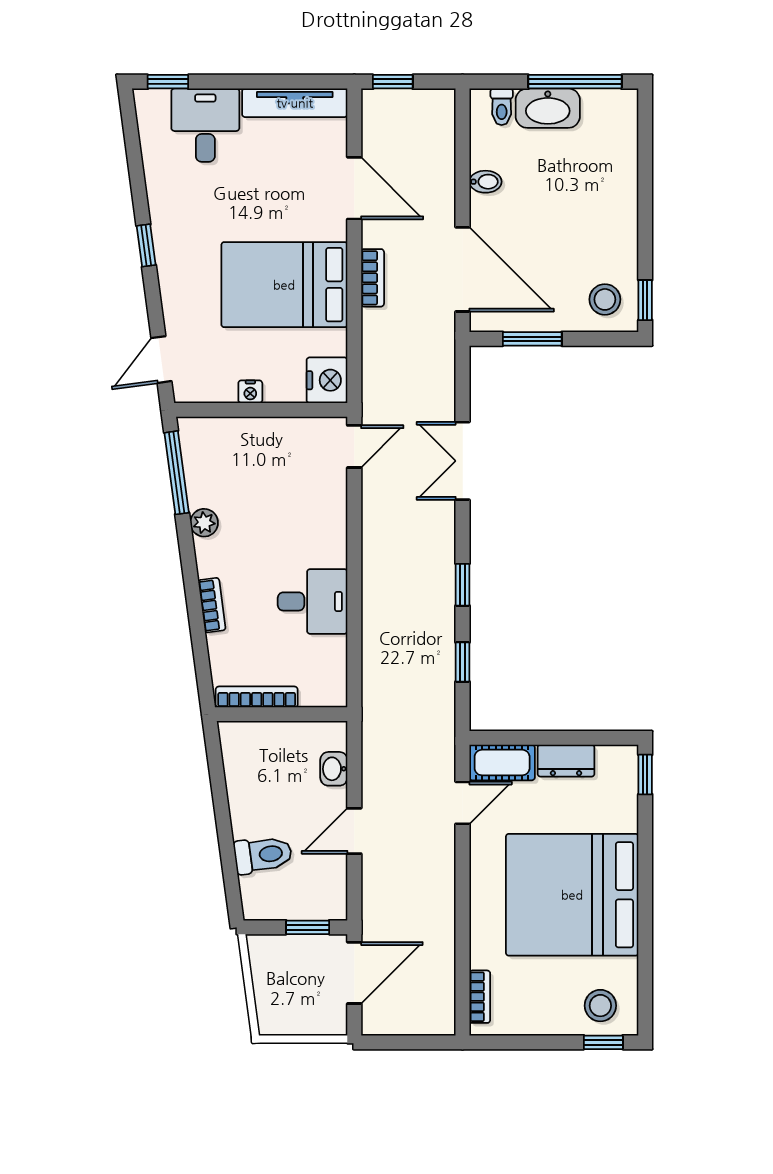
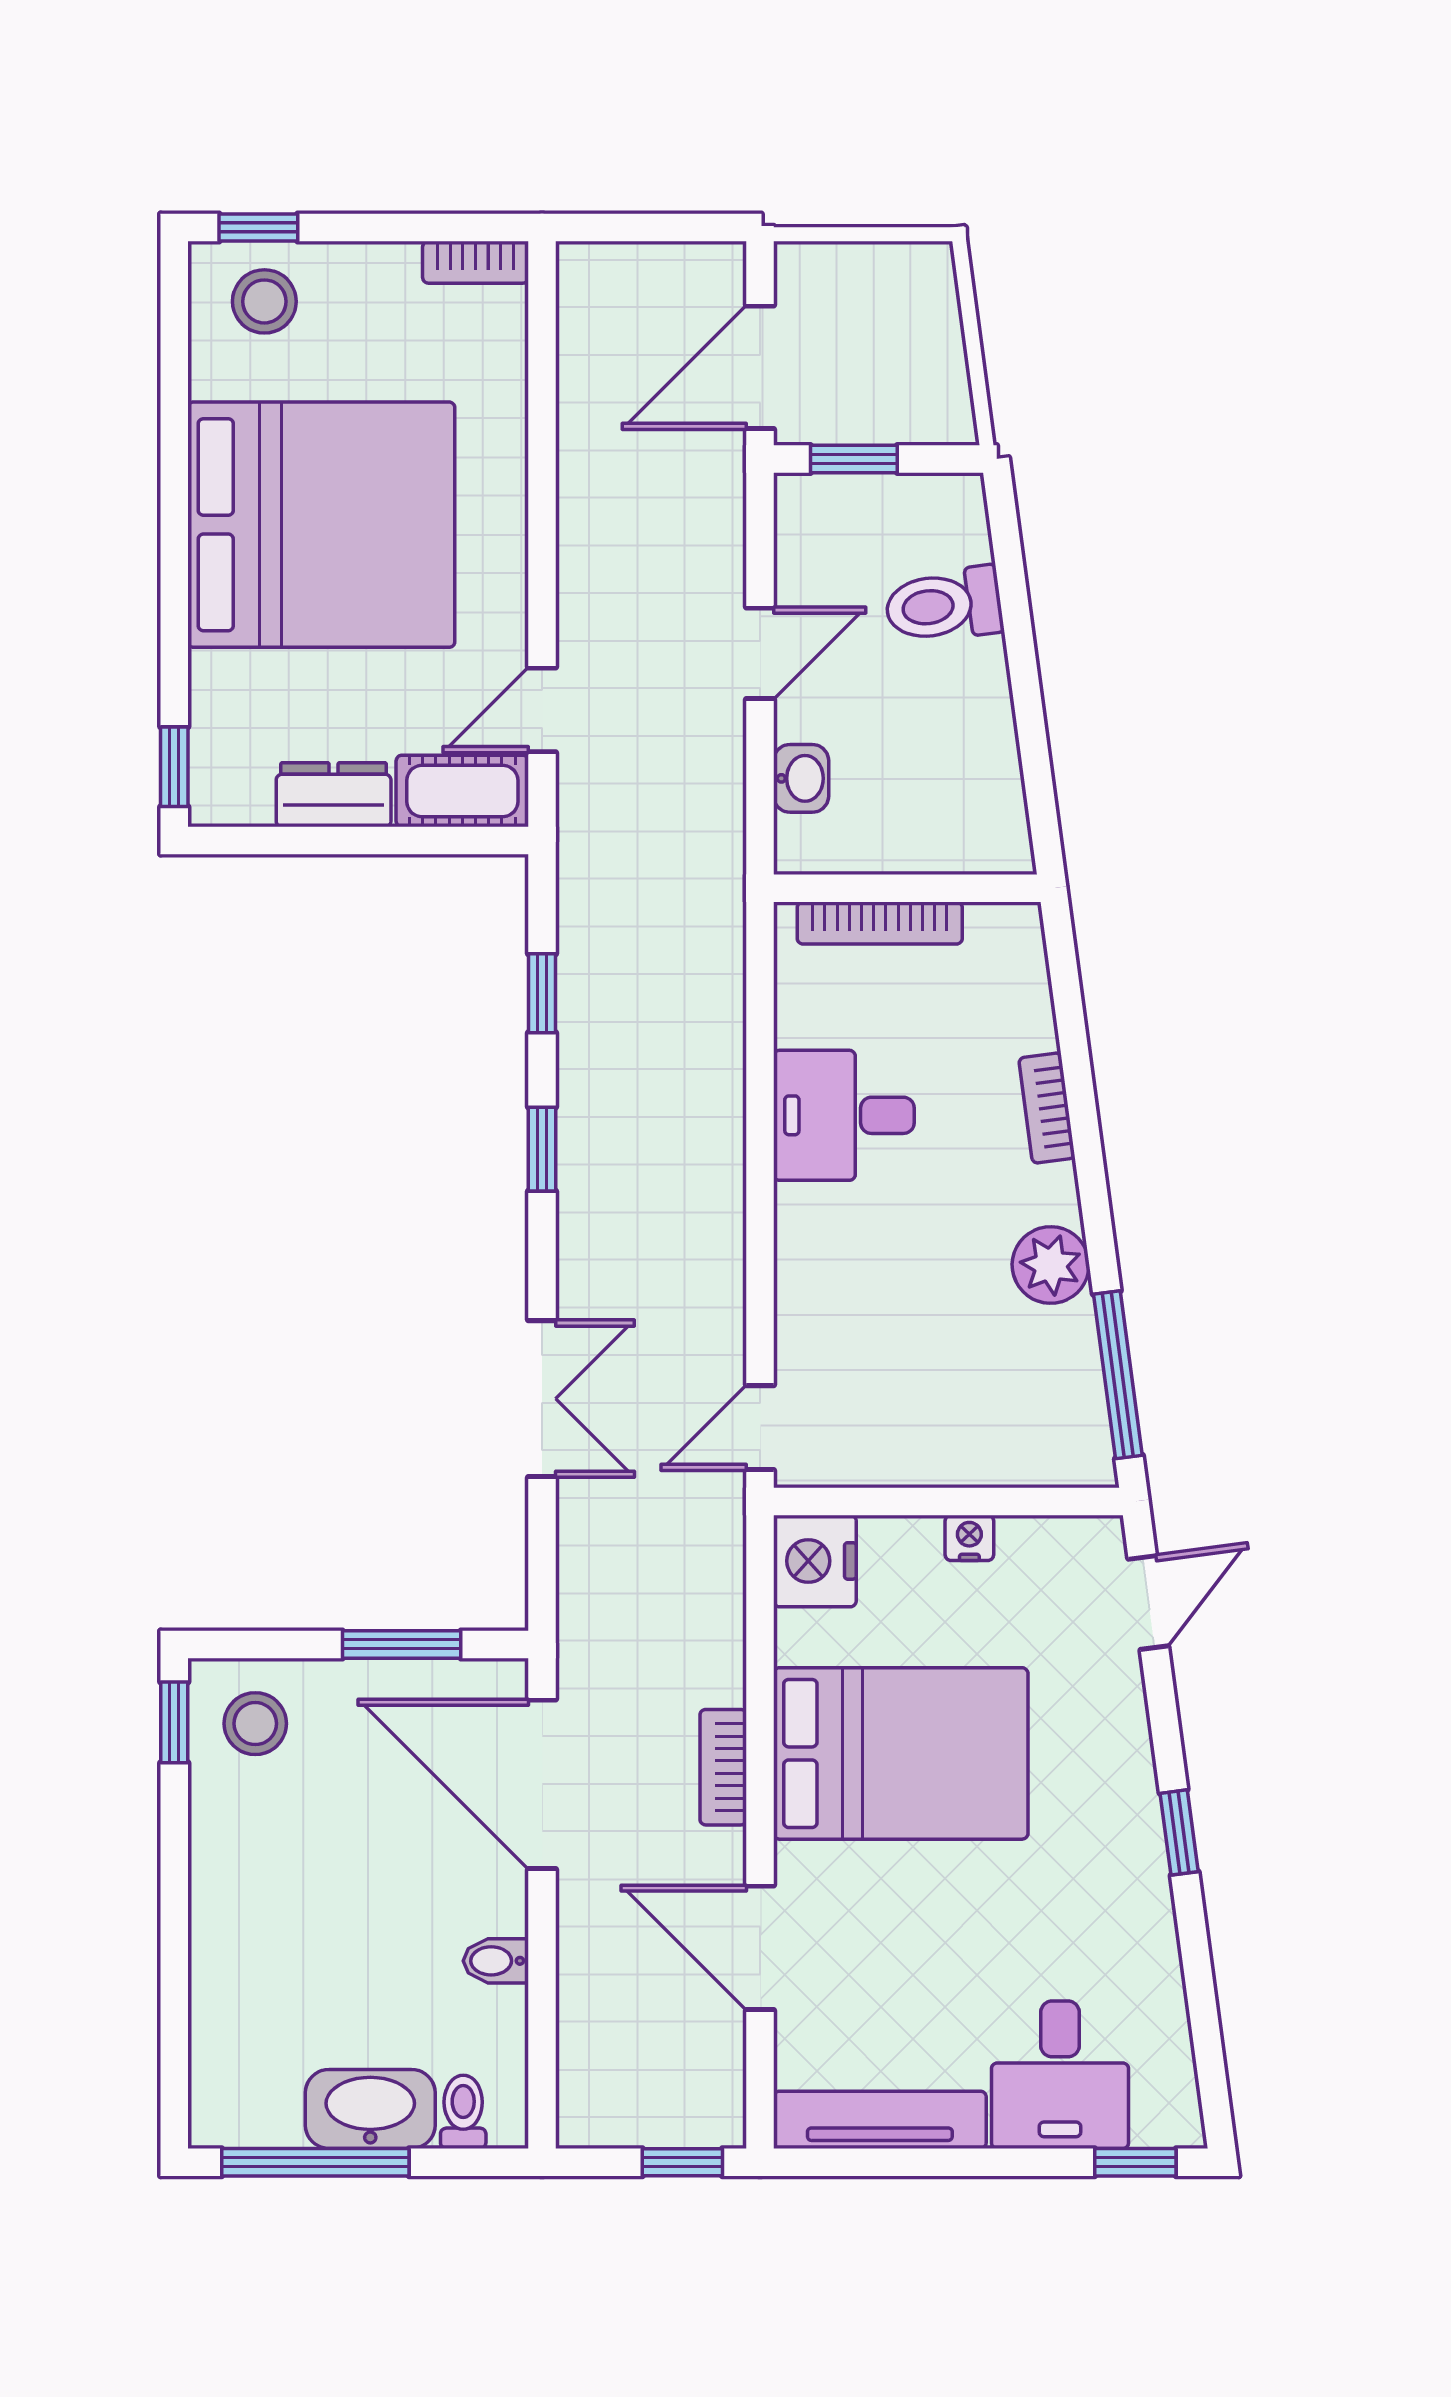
plant: (204, 523) -> (1051, 1265), width x1.38, depth x1.38
bookcase: (257, 697) -> (880, 923), moved
bookcase: (480, 997) -> (476, 262), moved, turned -90

